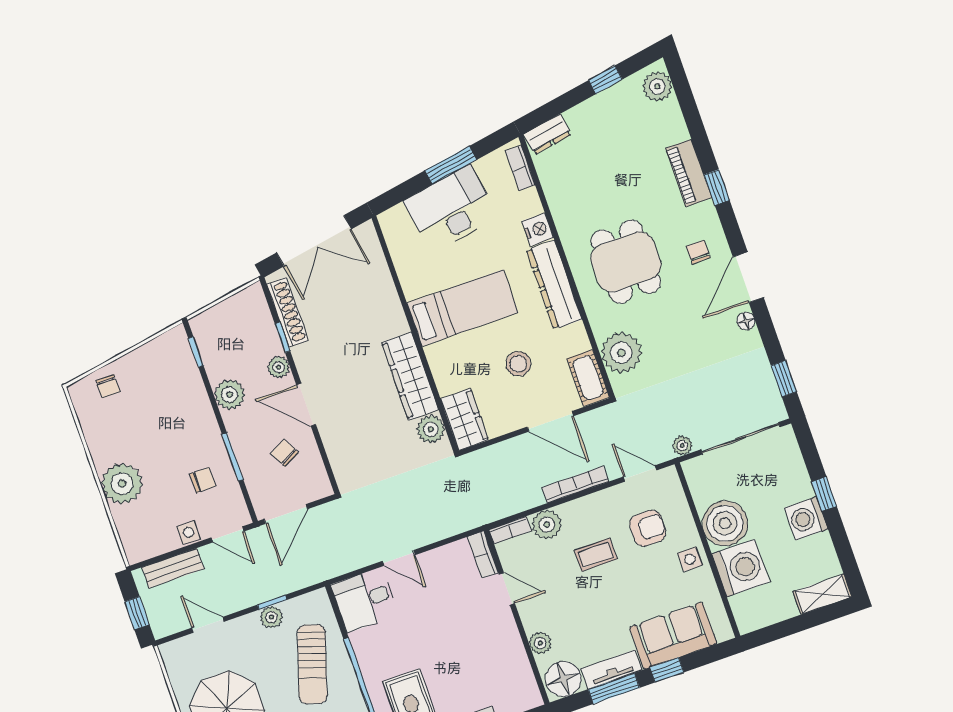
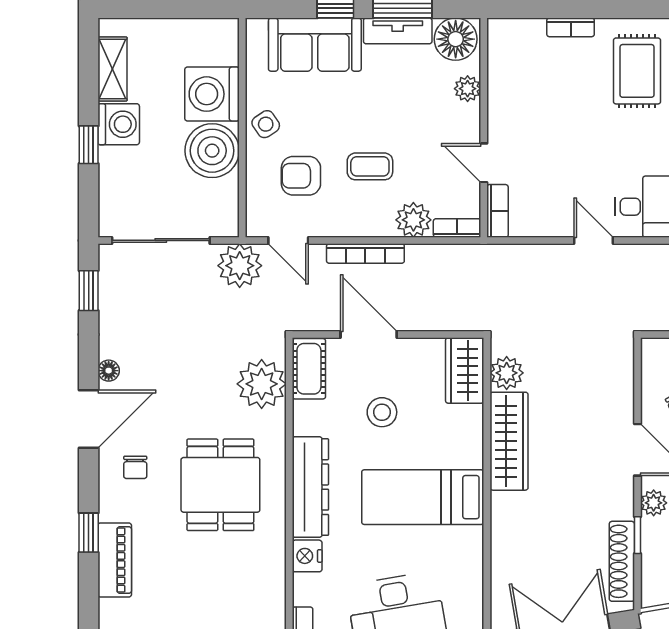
plant: (682, 445) -> (240, 266), width x1.88, depth x1.88
side table: (690, 559) -> (266, 124), turned -34
shelving: (822, 594) -> (112, 69), moved, turned 90

